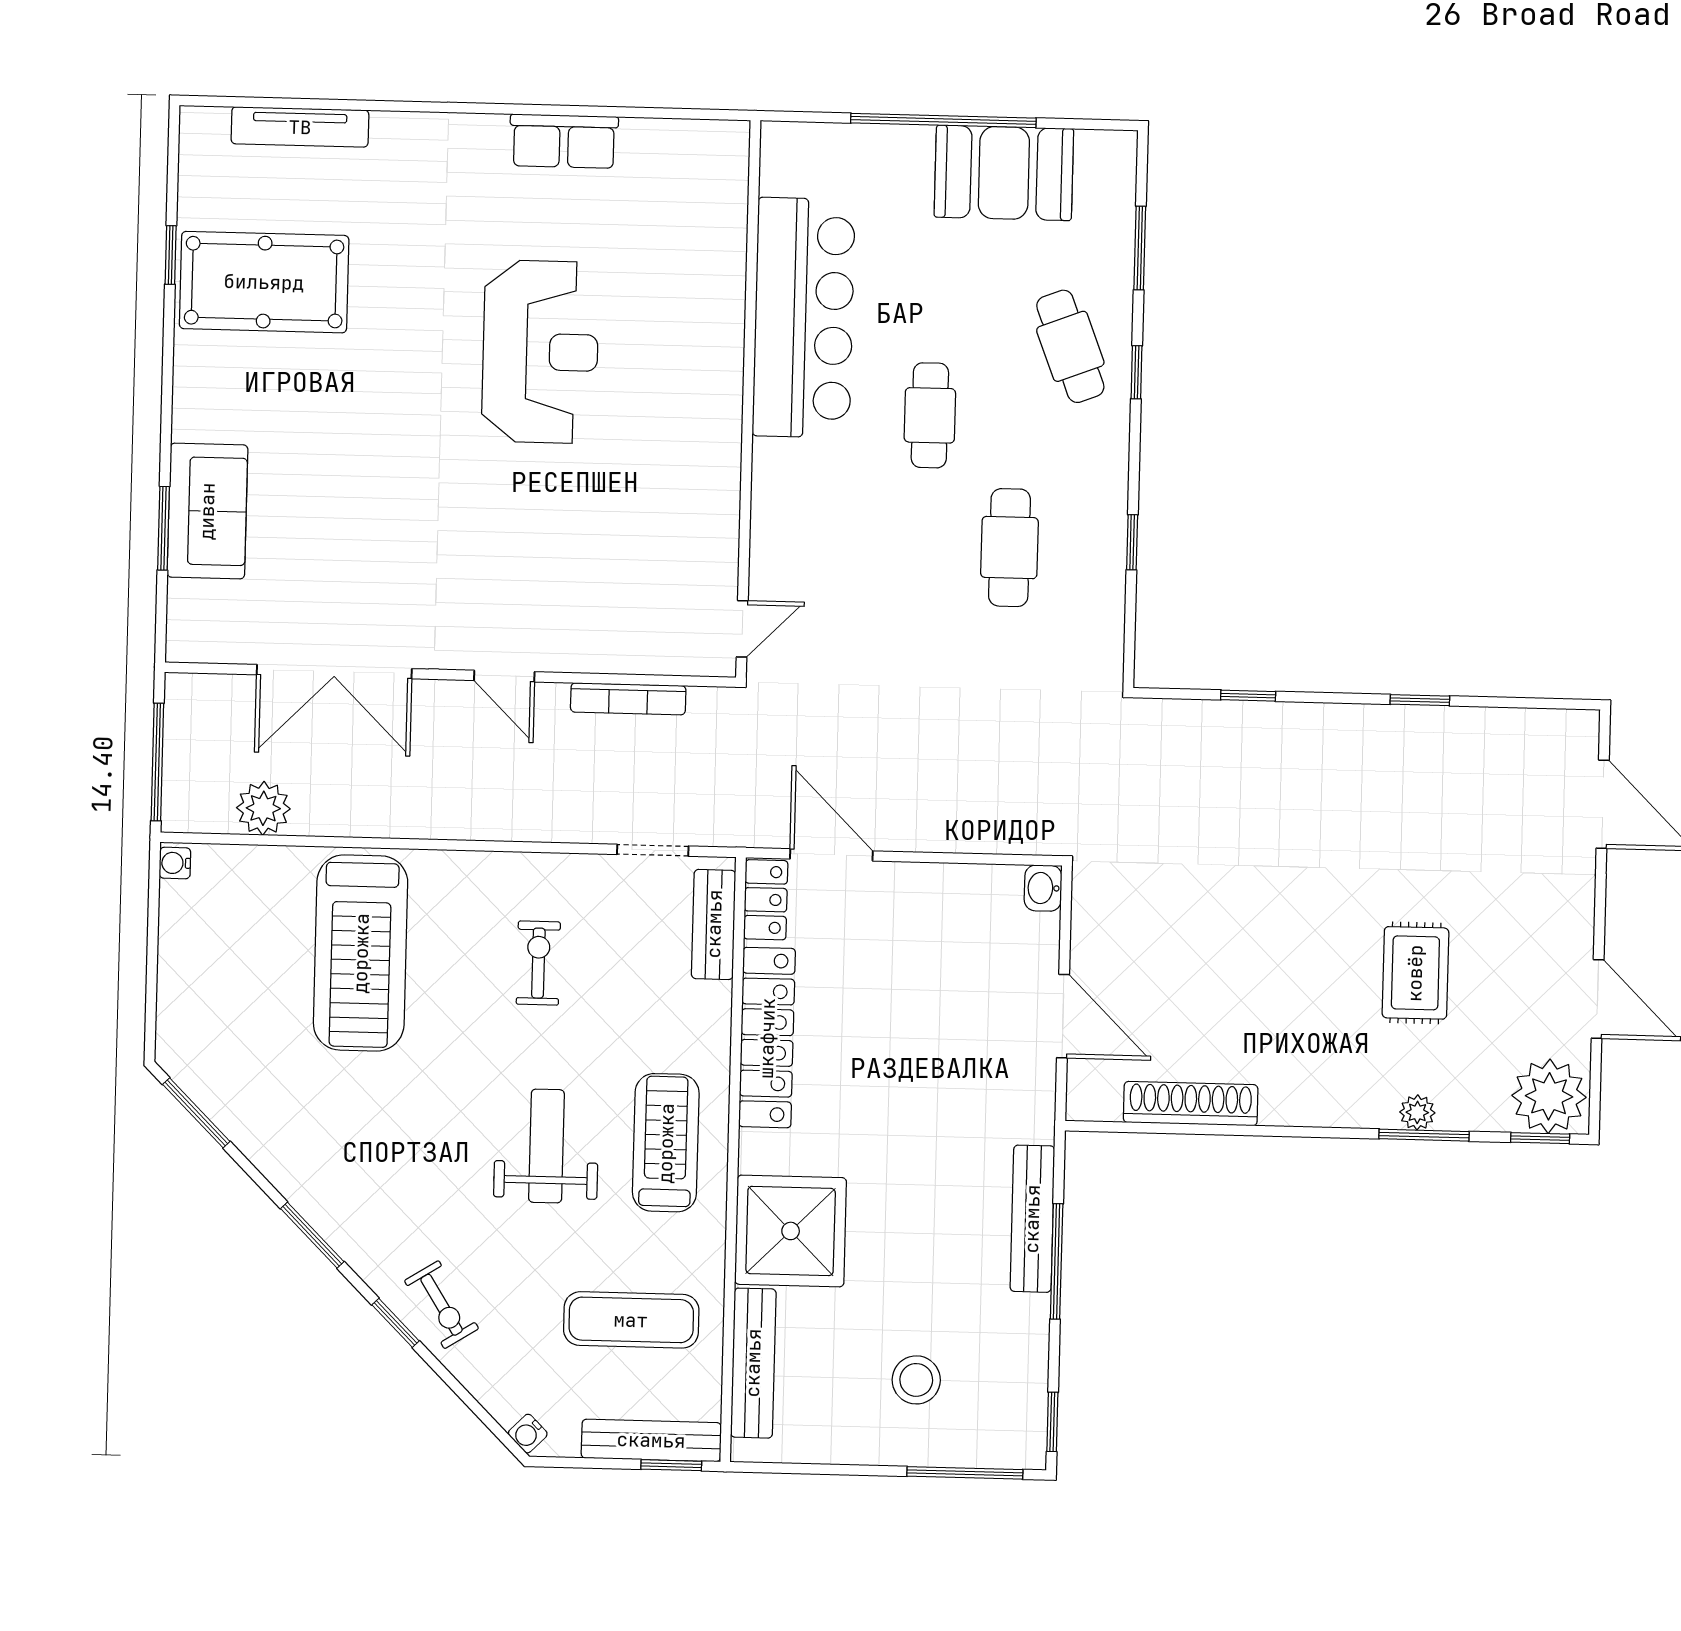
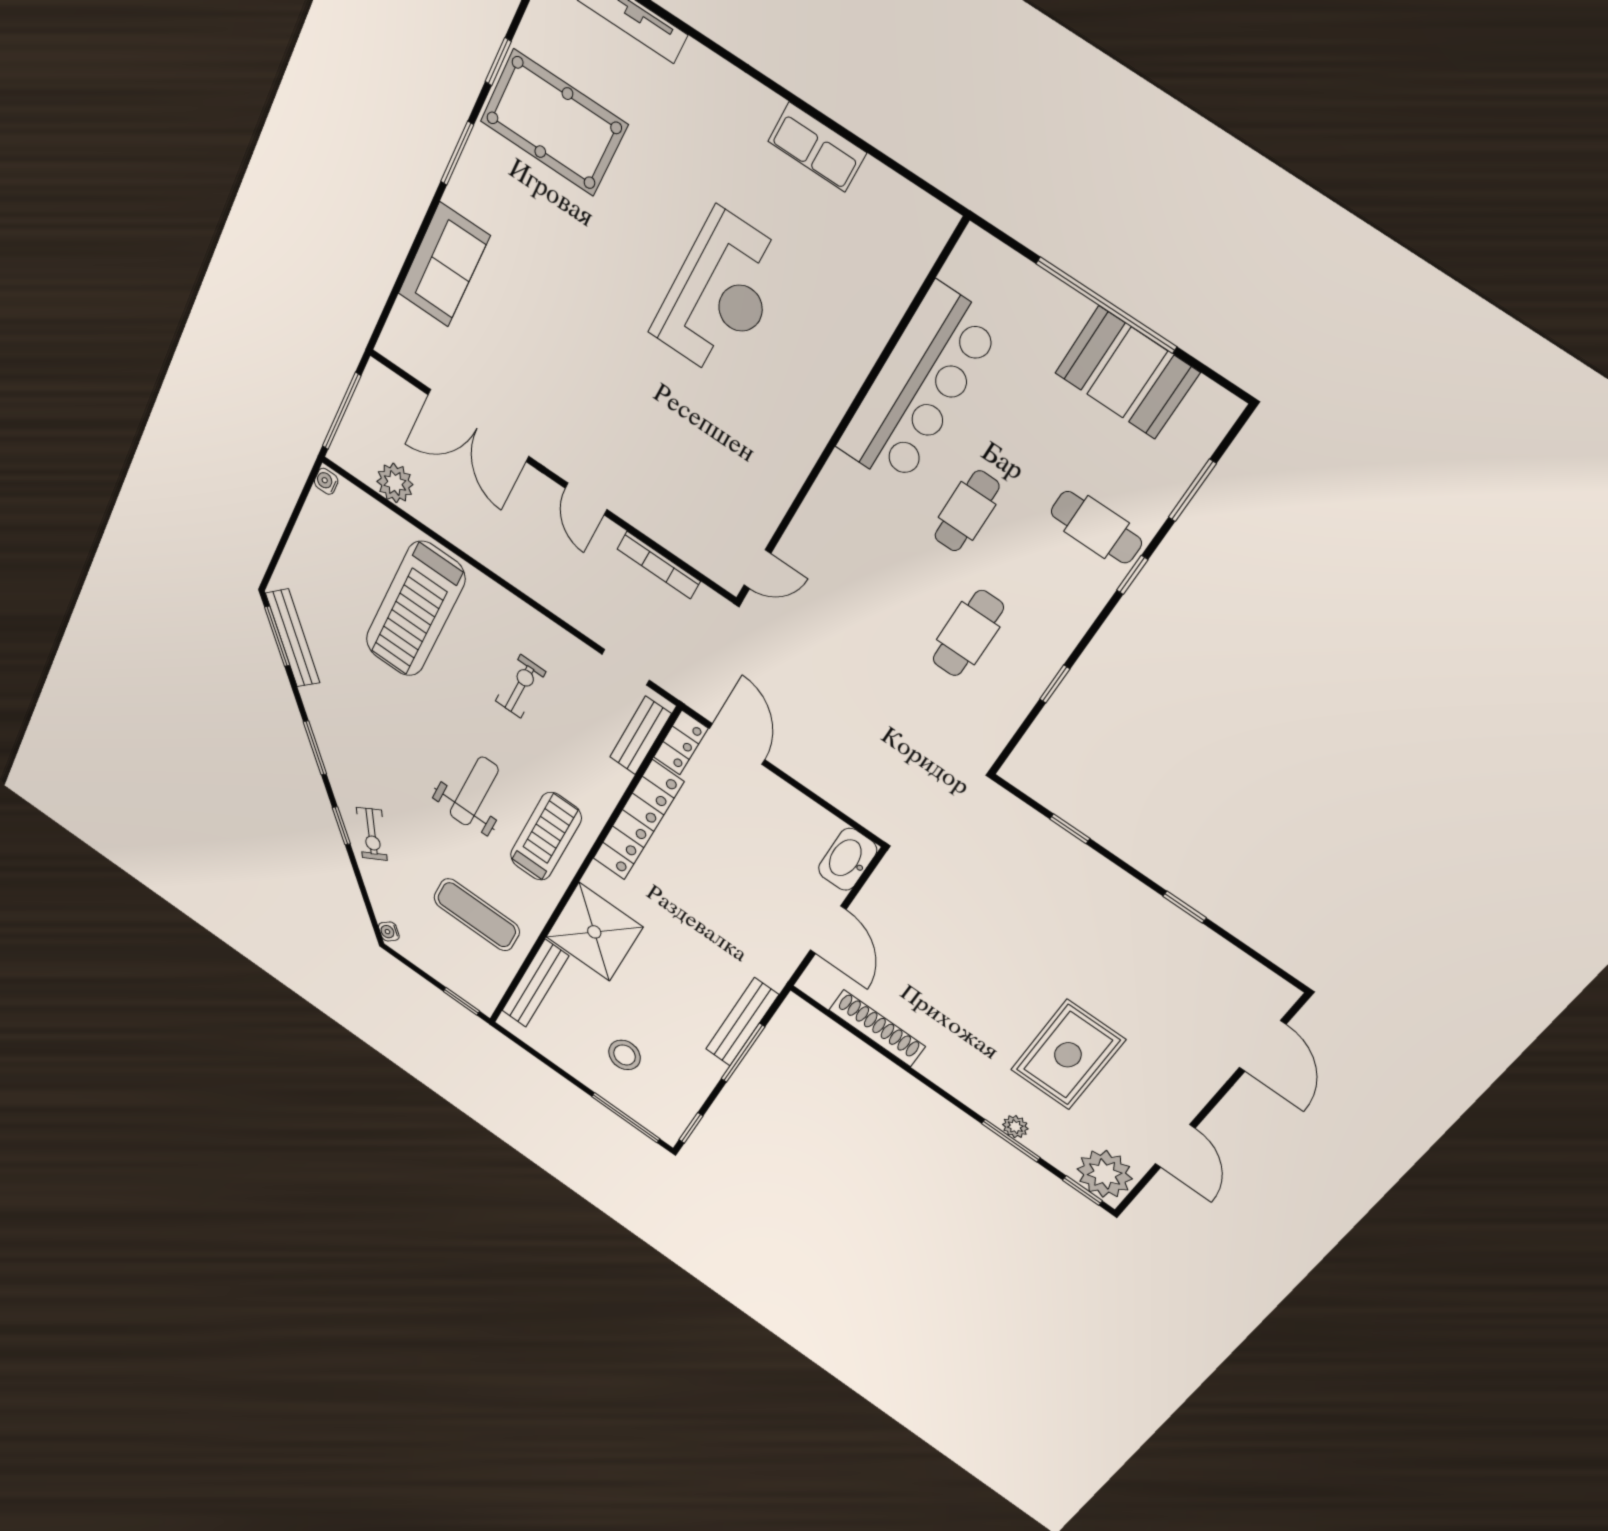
cafe table: (1070, 346) -> (1096, 527), turned -69
window: (163, 528) -> (457, 153), moved
washbasin: (1043, 888) -> (848, 859), width x1.91, depth x1.45
rug: (1415, 973) -> (1068, 1055), width x1.36, depth x1.43
bench: (651, 1440) -> (293, 638), moved, turned 45

